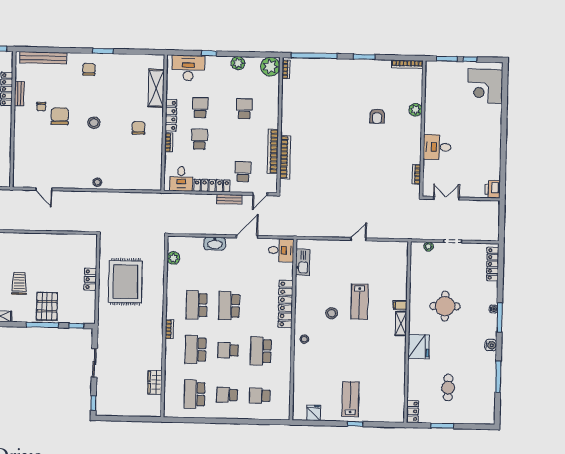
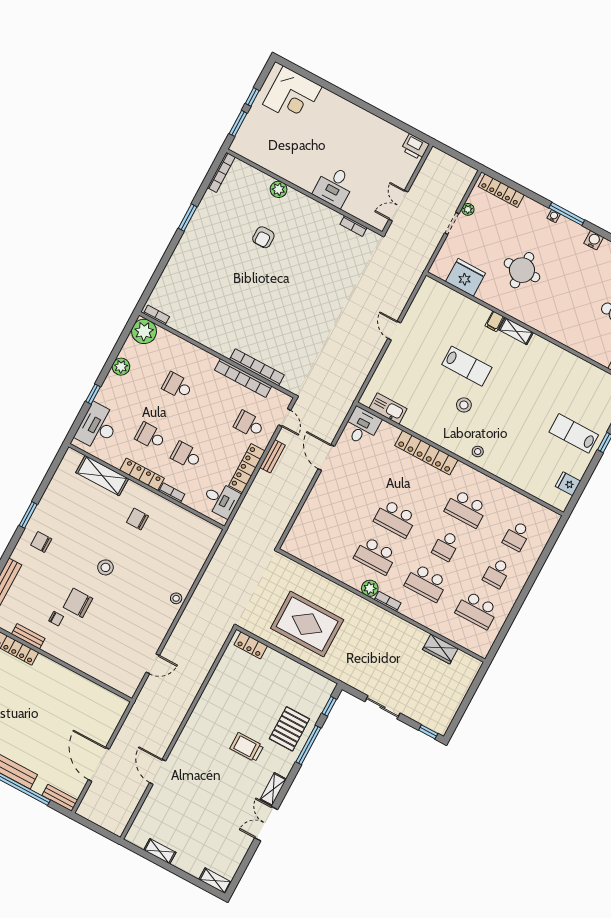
window: (314, 56) -> (157, 275), removed
armchair: (377, 116) -> (263, 237), turned 90
washbasin: (215, 244) -> (315, 499), removed
plant: (429, 247) -> (468, 209), moved
plant: (173, 258) -> (370, 588), moved
locker: (90, 279) -> (251, 645), moved
pallet: (47, 306) -> (289, 729), turned 90
fridge: (419, 347) -> (466, 277), moved

